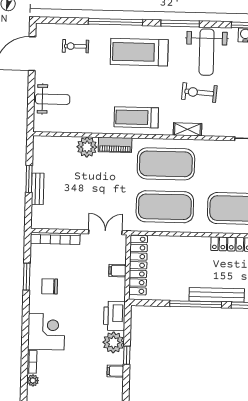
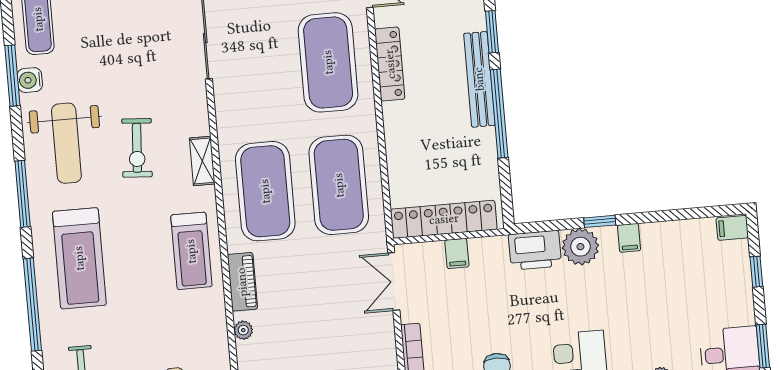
weight bench: (207, 52) -> (66, 143), turned 90
plant: (87, 147) -> (243, 330), width x0.53, depth x0.53

